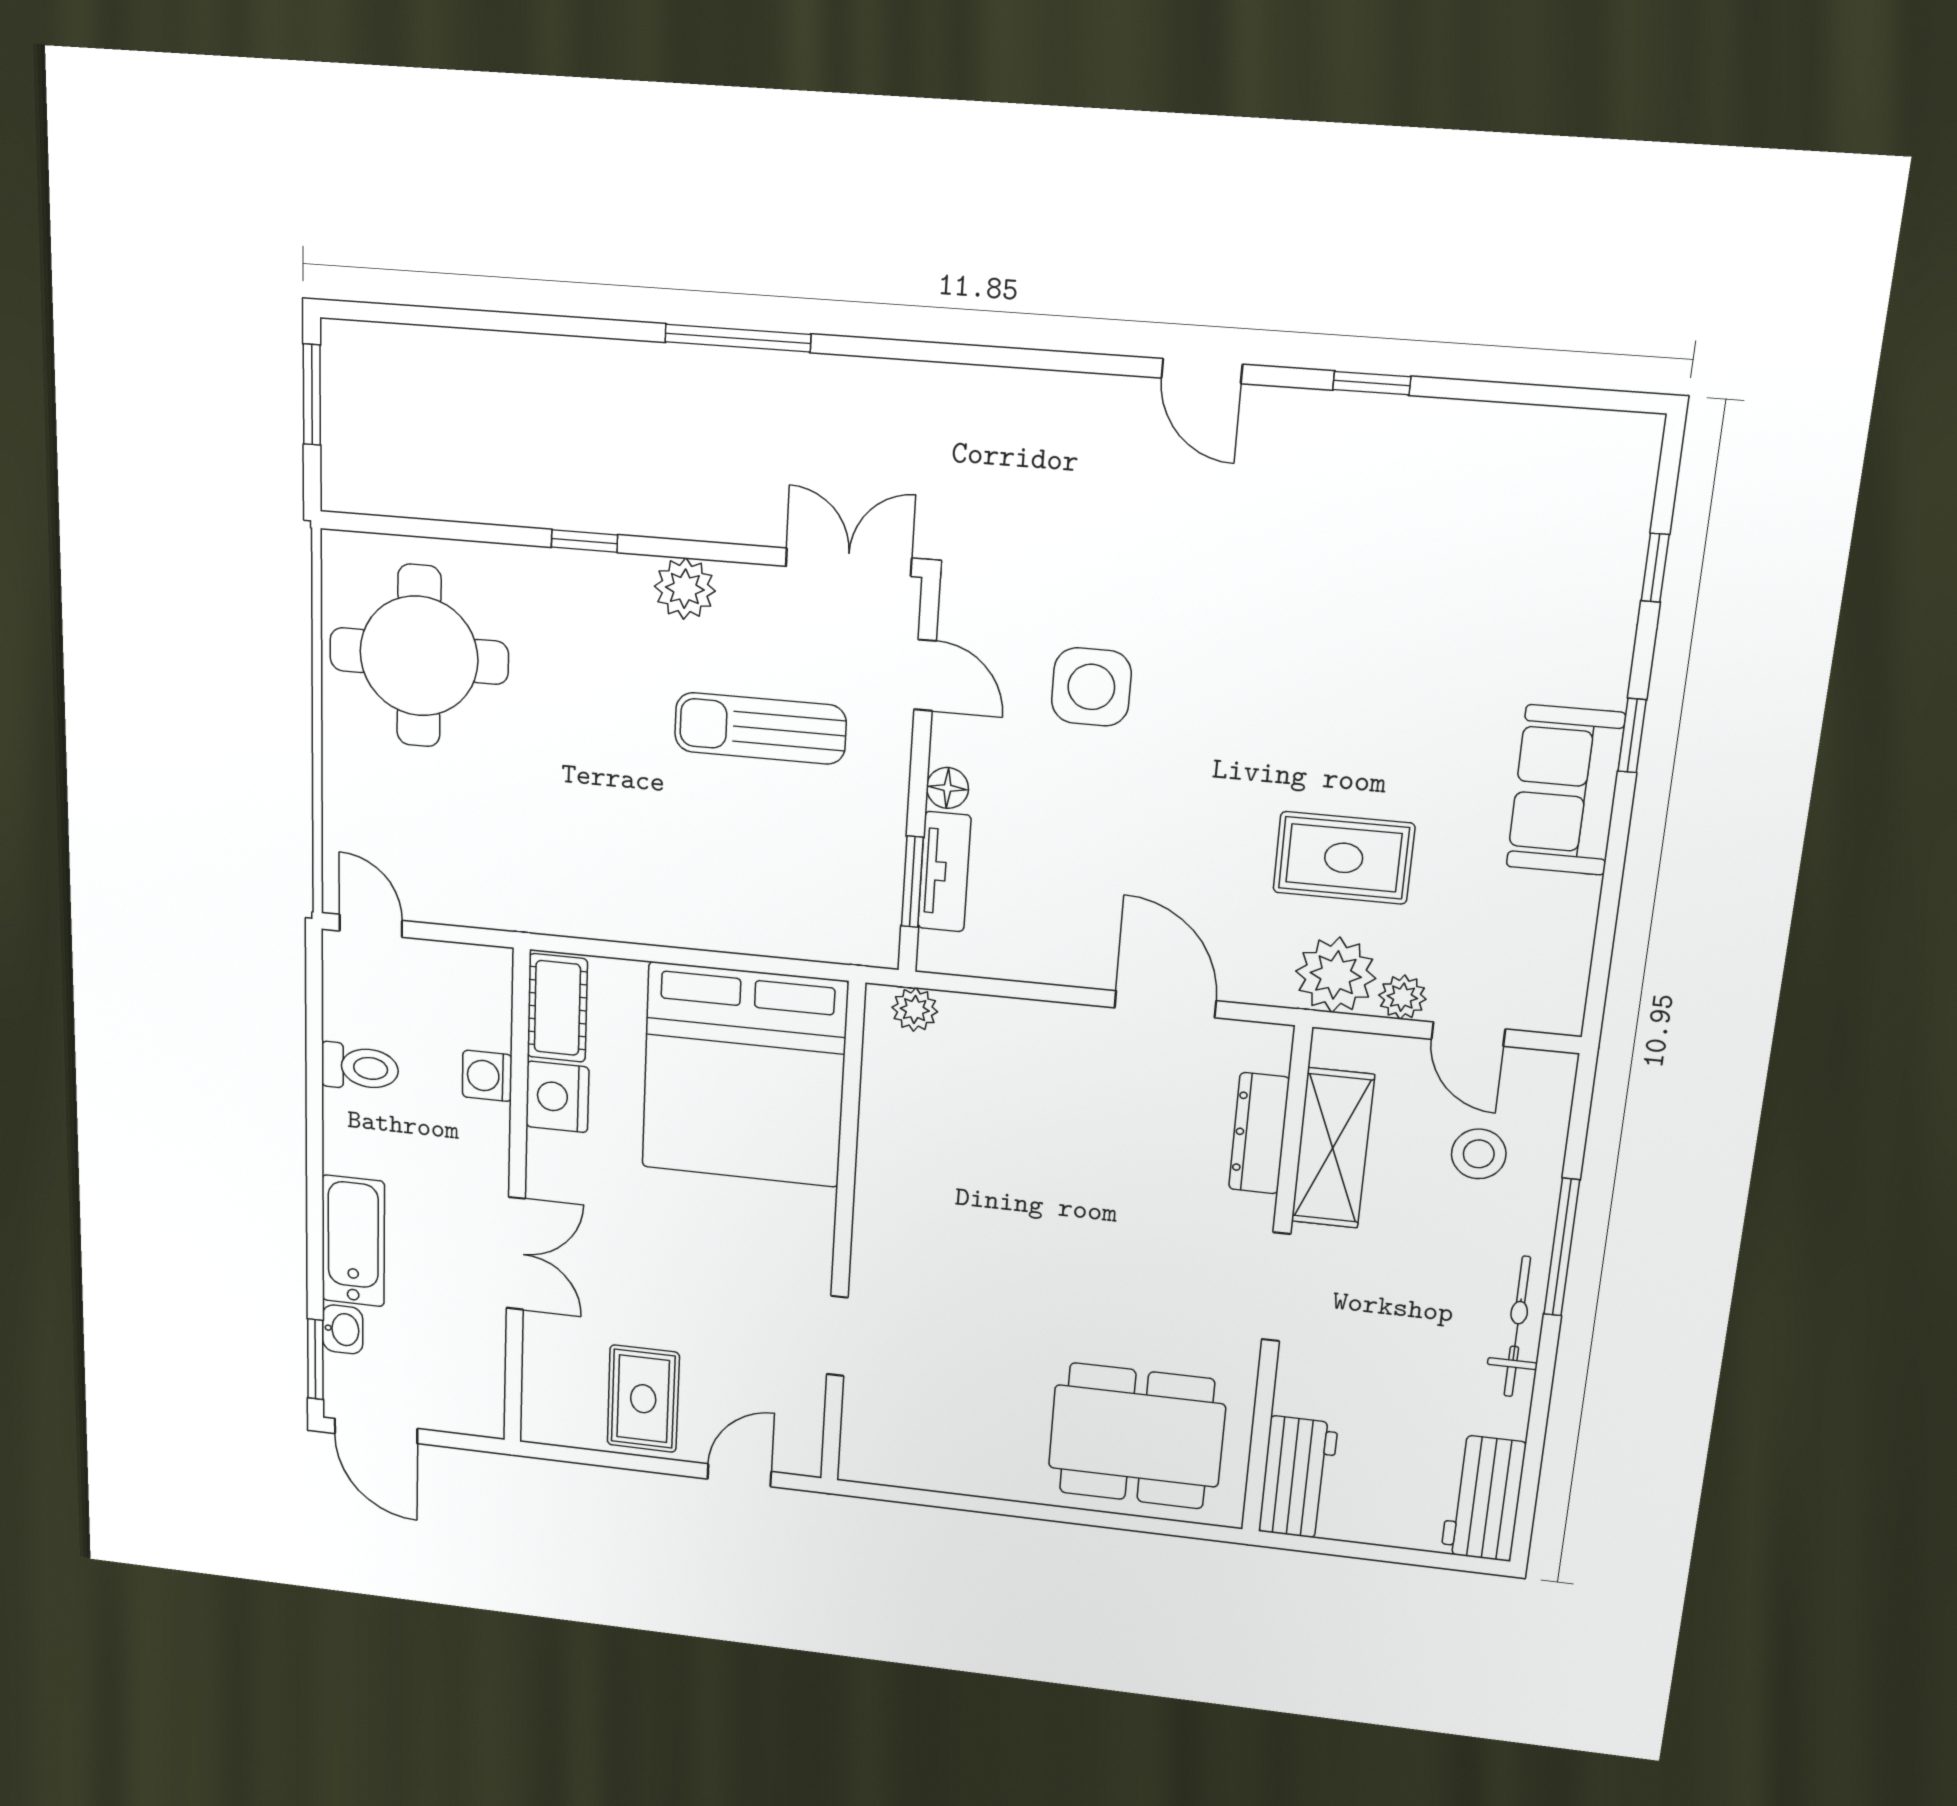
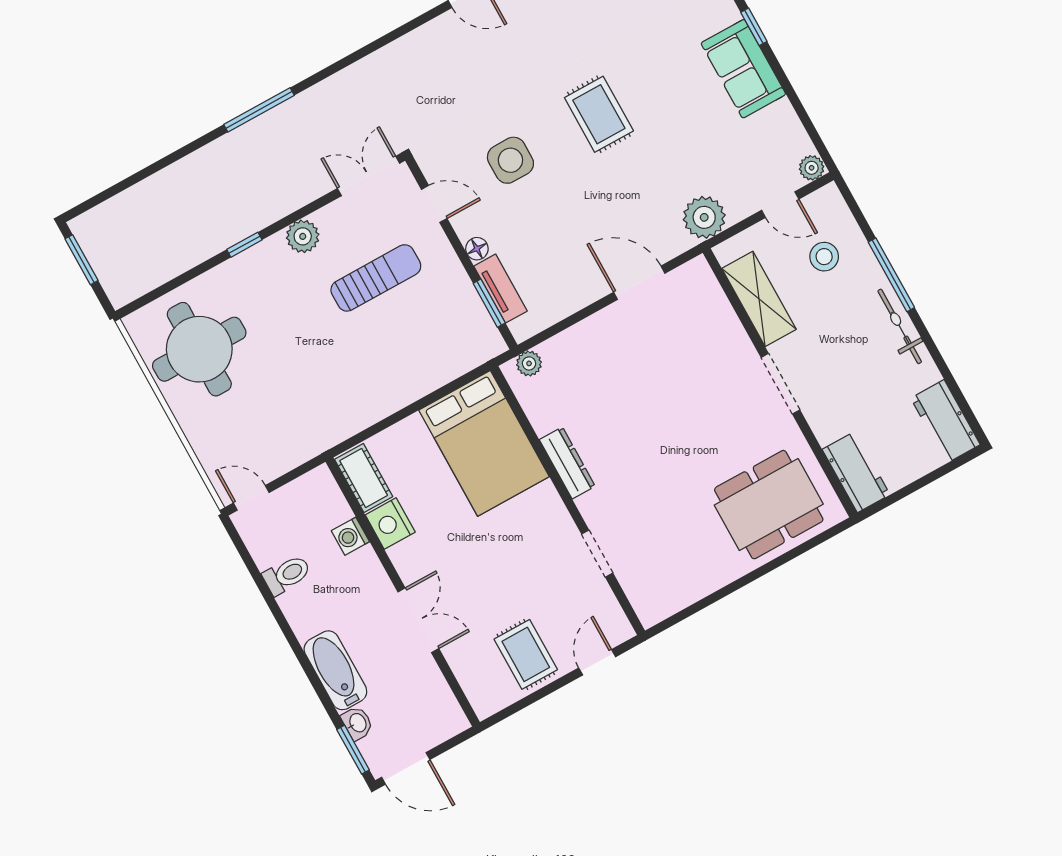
sun lounger: (760, 728) -> (376, 278), turned 180
rug: (1344, 858) -> (599, 114), moved, turned 90
plant: (1402, 997) -> (812, 168), moved
bed: (744, 1075) -> (484, 443), width x0.73
dresser: (1259, 1133) -> (567, 463), moved, turned 180

